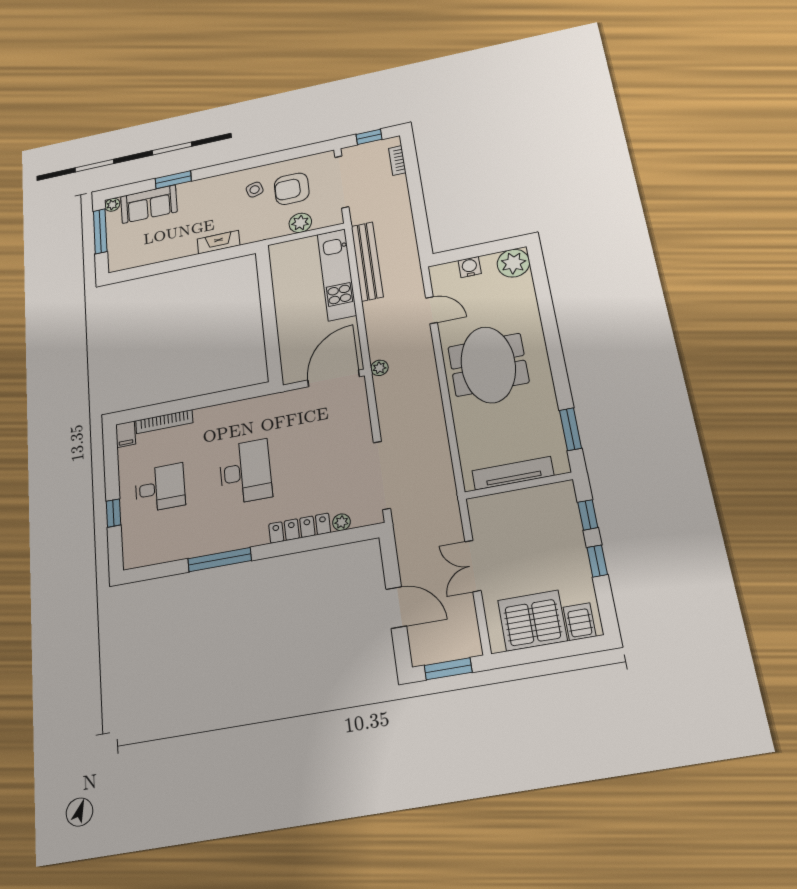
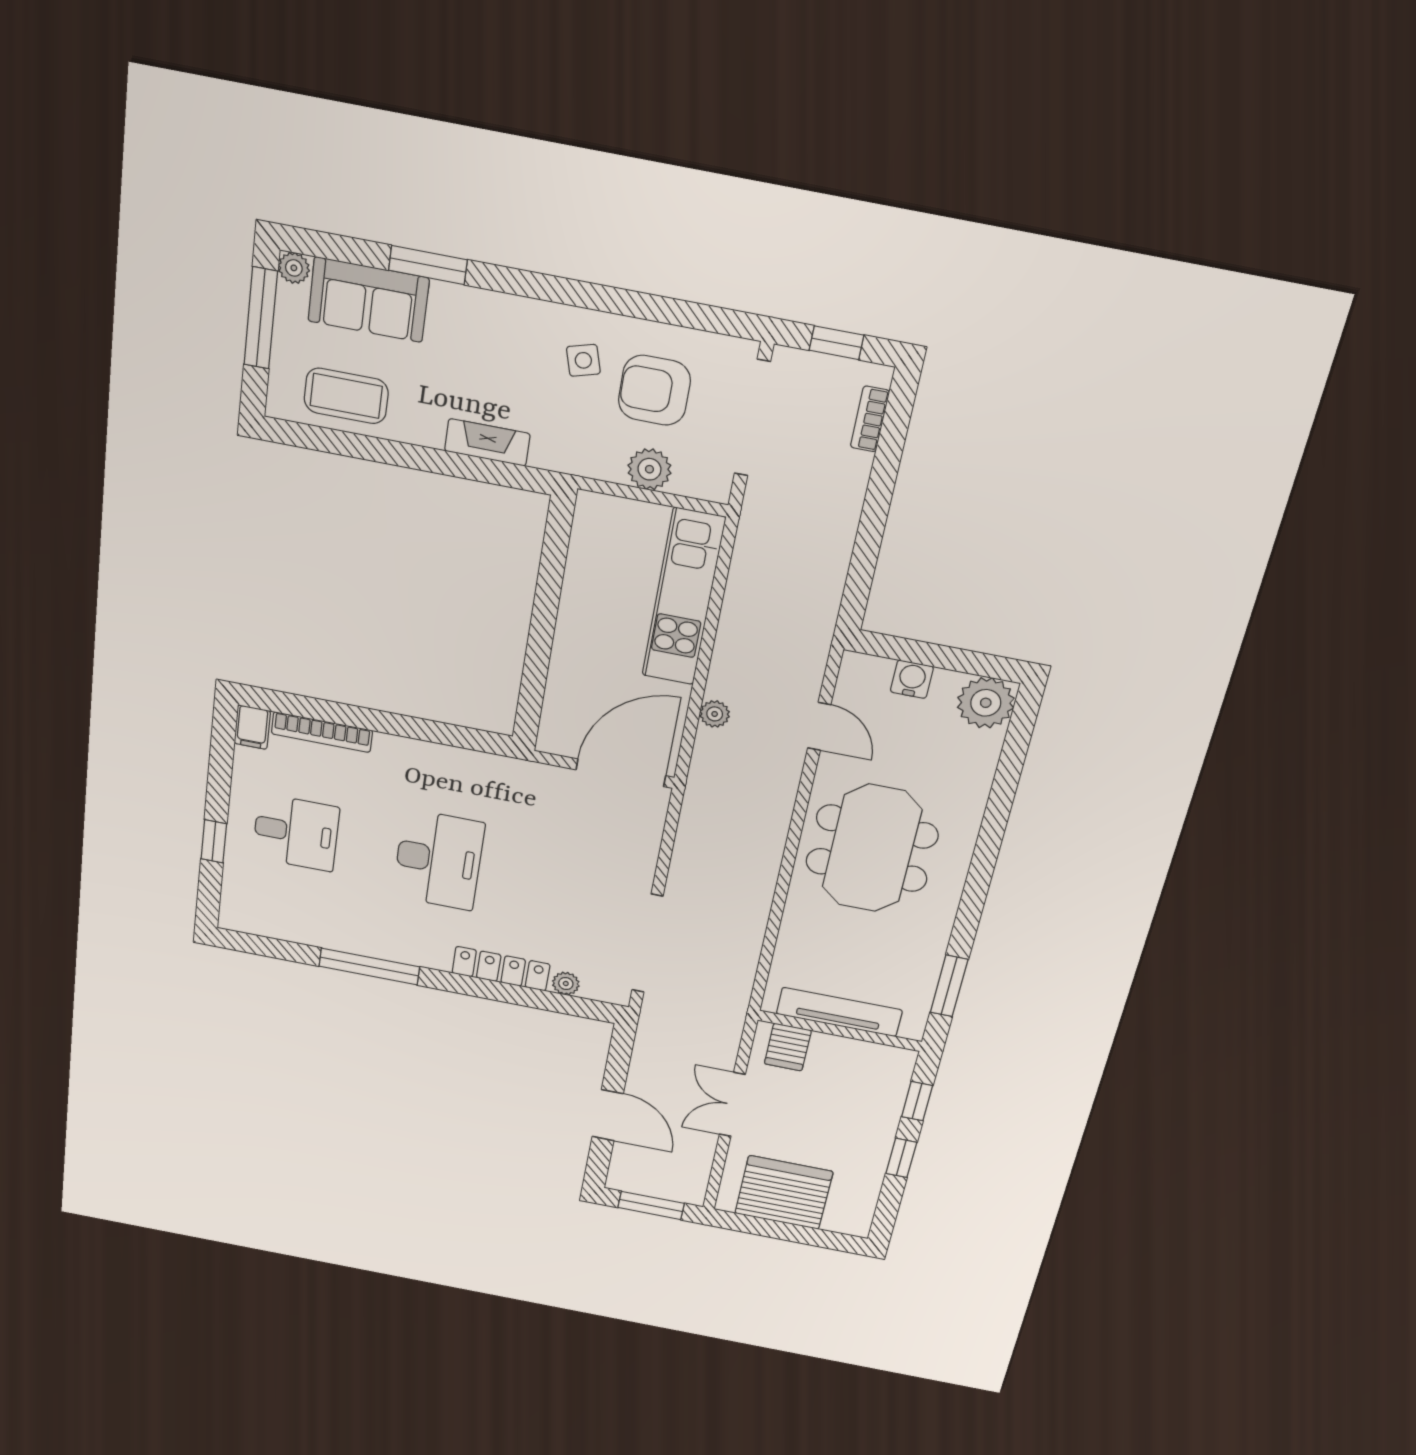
coffee table: (146, 249) -> (346, 396), added
bench: (367, 261) -> (744, 595), removed
plant: (379, 368) -> (715, 714), moved
server rack: (580, 622) -> (788, 1047), moved, turned 180

